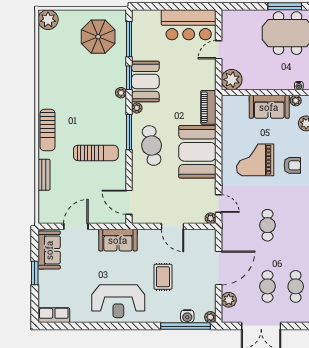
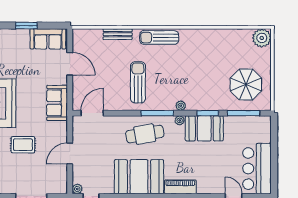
plant: (121, 93) -> (181, 106), moved
sun lounger: (96, 153) -> (138, 82), turned 180

